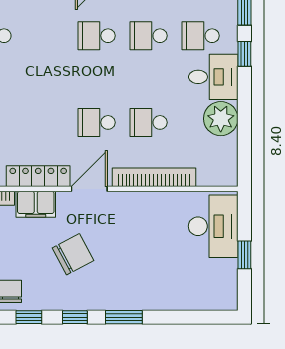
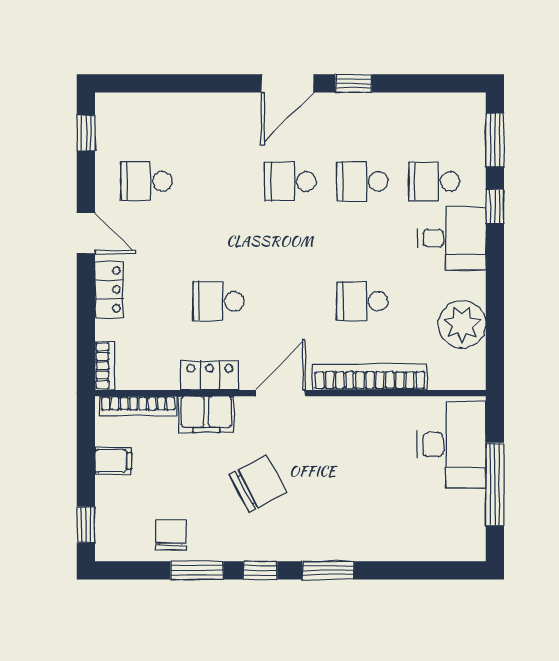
plant: (221, 119) -> (462, 324), moved
school desk: (97, 122) -> (218, 301), moved
locker: (38, 176) -> (210, 376), width x0.66
window: (244, 255) -> (495, 484), width x2.17
window: (29, 317) -> (197, 570), width x1.50

